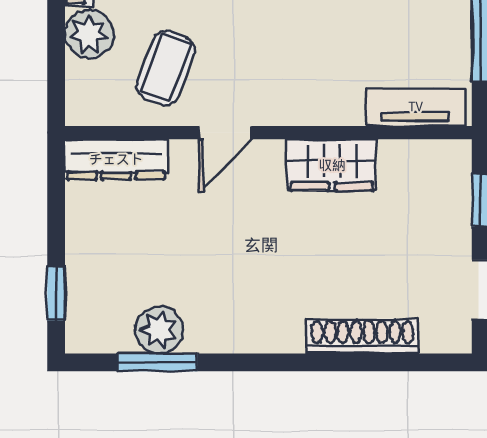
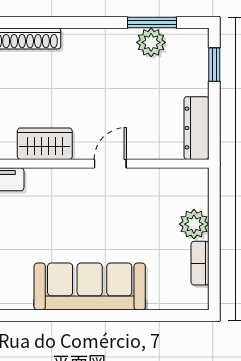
coffee table: (166, 68) -> (147, 203), removed
dresser: (116, 159) -> (197, 128), moved, turned -90

